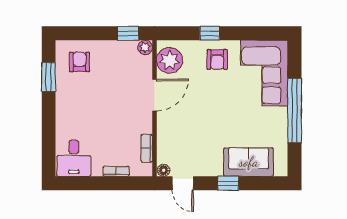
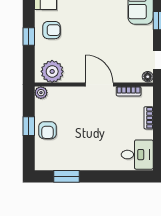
window: (128, 33) -> (29, 126), moved
armchair: (79, 62) -> (47, 130), moved, turned -90
door: (154, 95) -> (99, 85), moved

